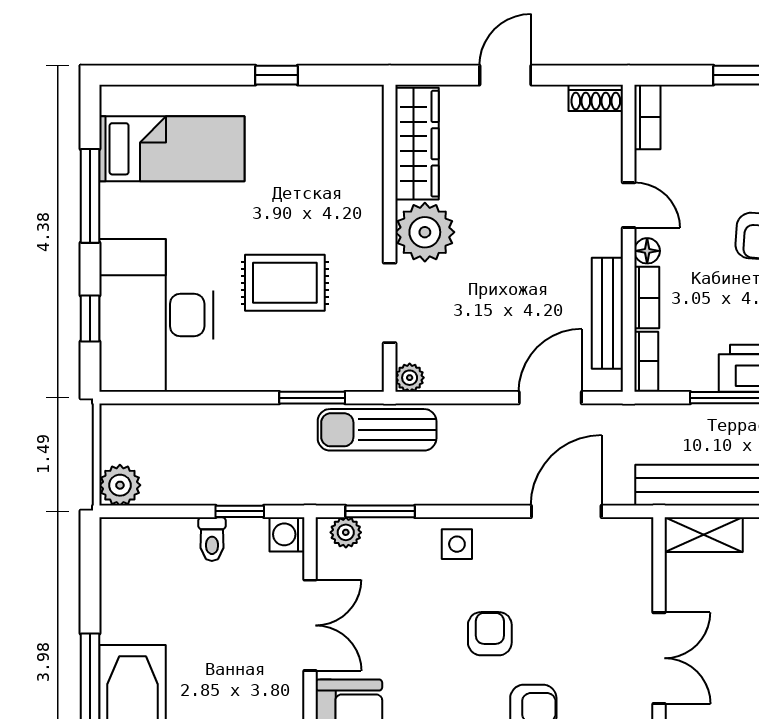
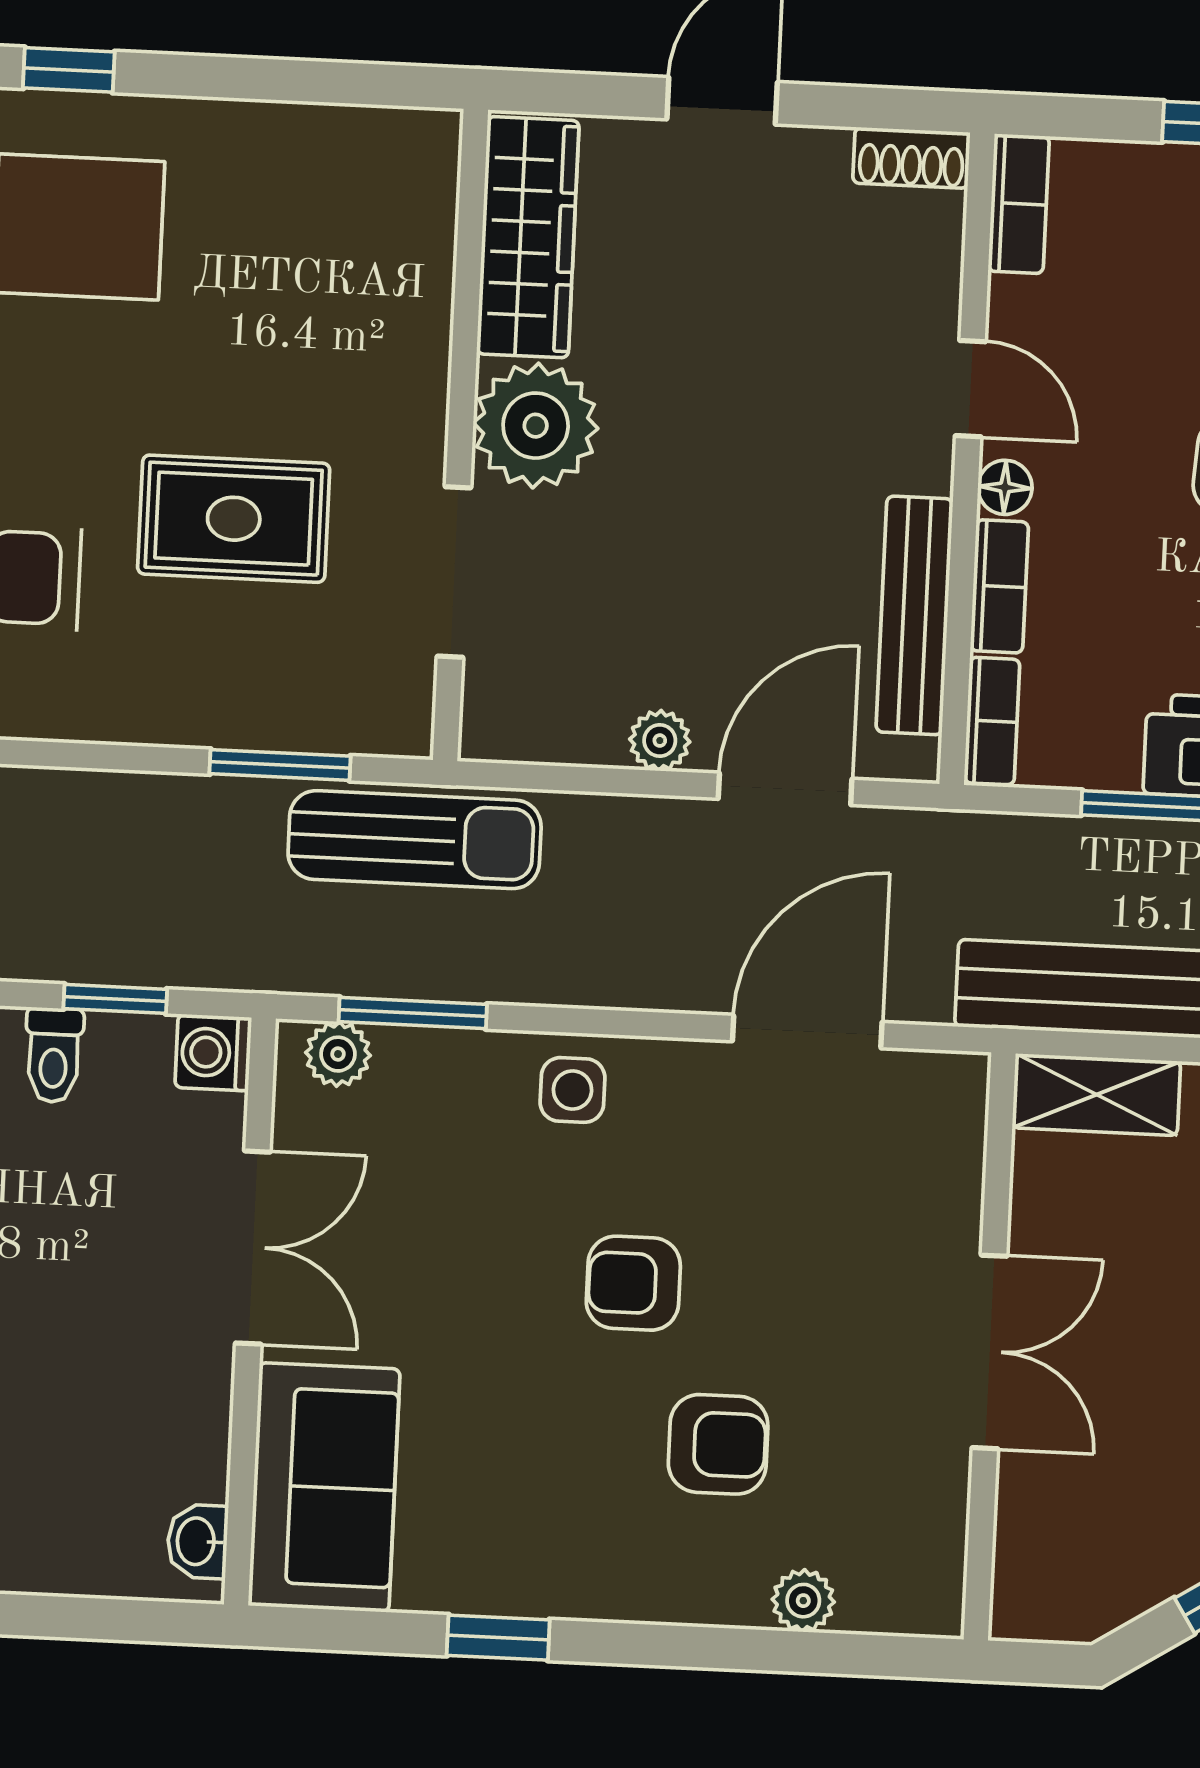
window: (276, 75) -> (69, 70), moved
plant: (410, 378) -> (660, 741), moved
sun lounger: (377, 430) -> (415, 840), turned 180
armchair: (490, 634) -> (633, 1283), turned -90

